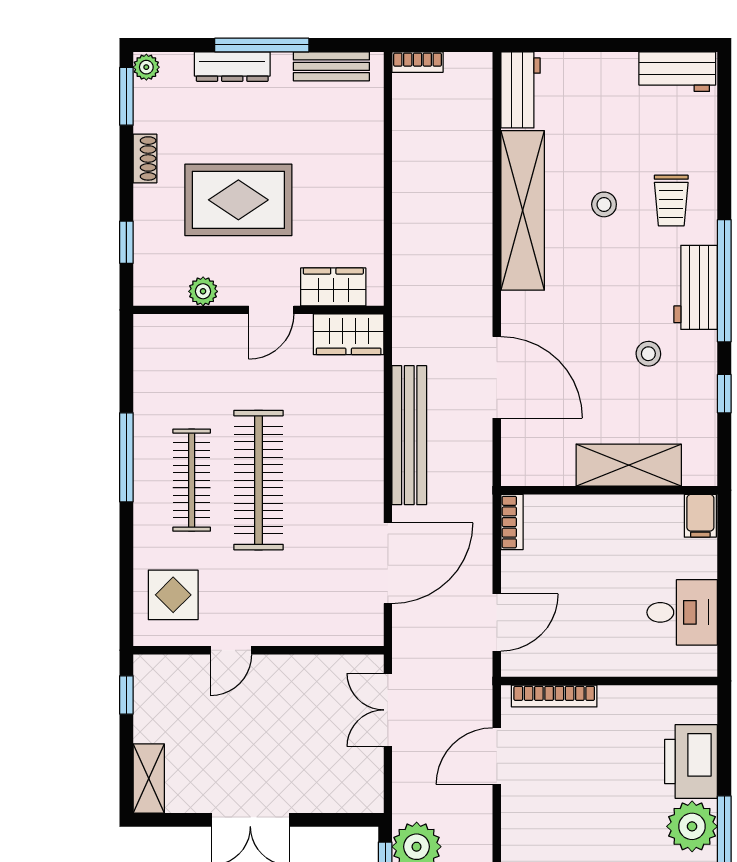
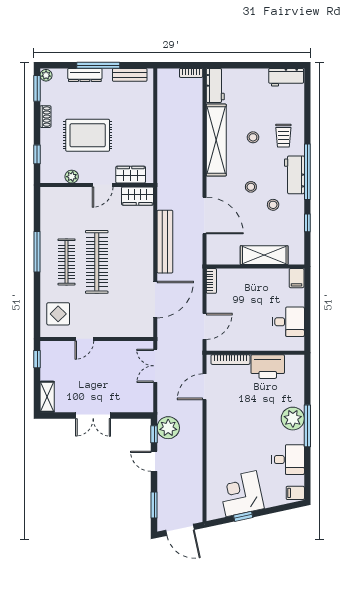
bookcase: (418, 62) -> (191, 73), moved
stool: (599, 314) -> (251, 187), added
printer: (691, 761) -> (268, 367), moved, turned -90

